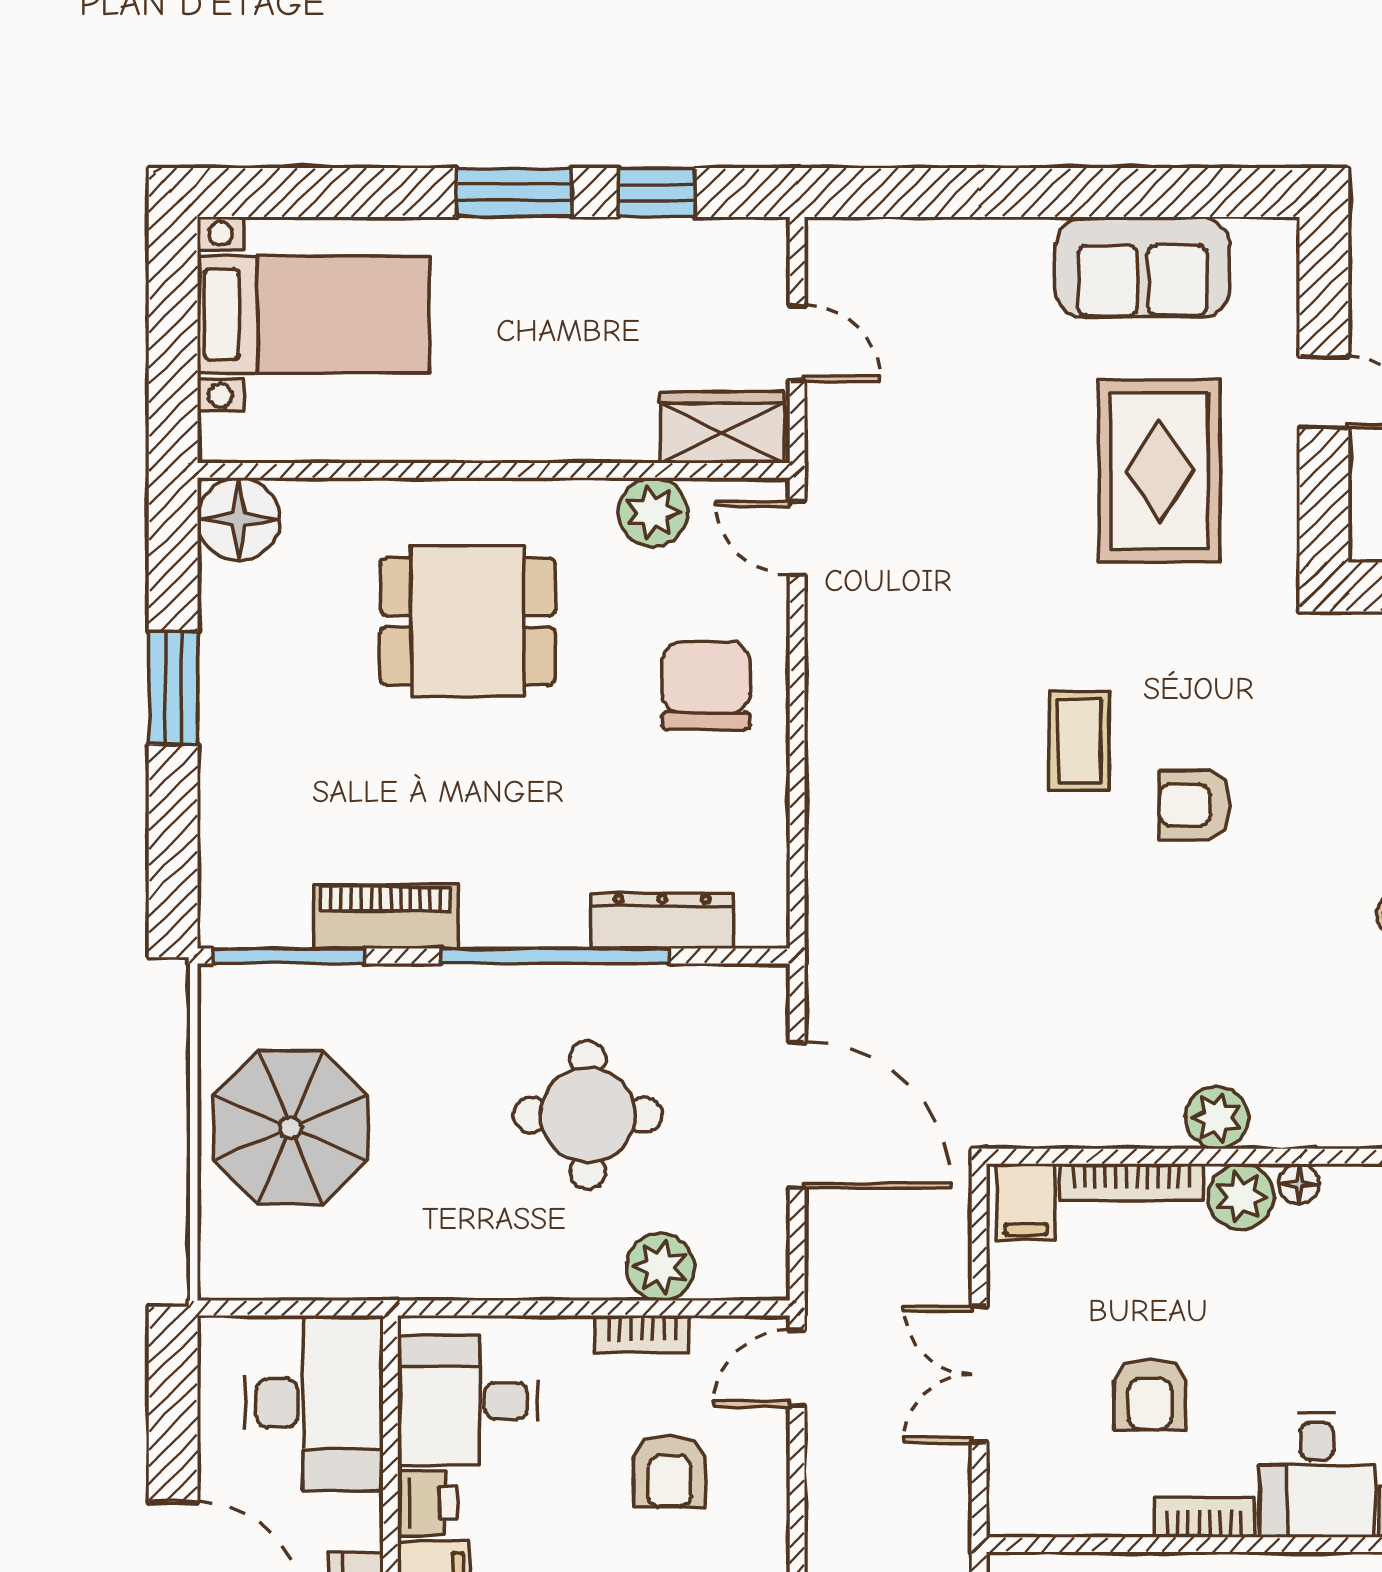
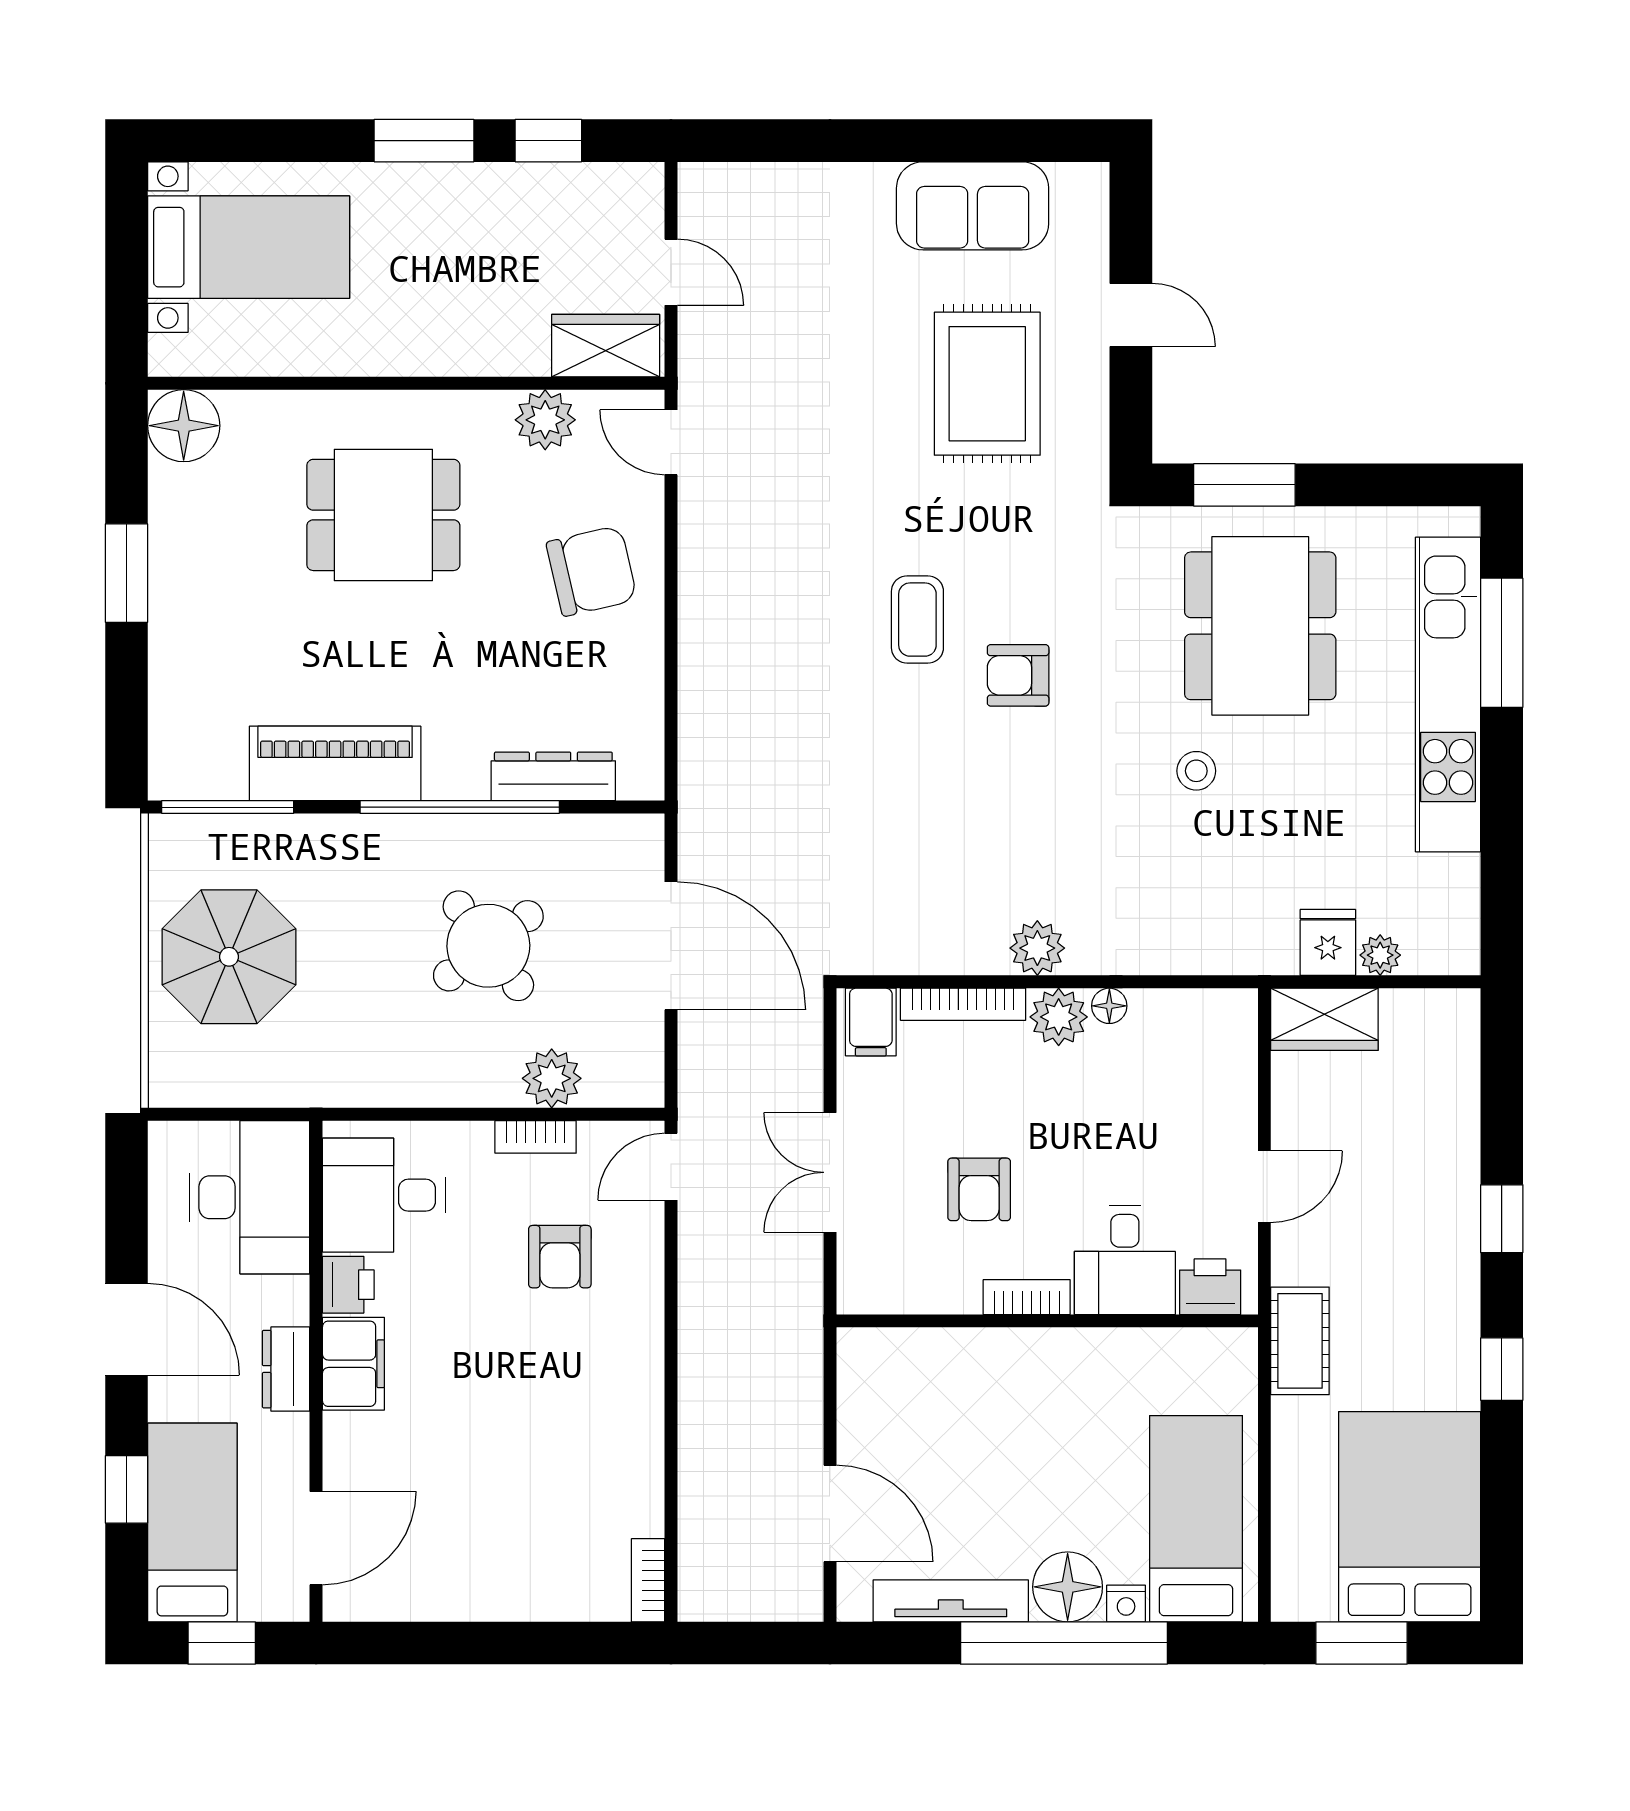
chair: (706, 686) -> (592, 571), turned 77
piano: (386, 917) -> (335, 763), width x1.37, depth x1.33
round table: (588, 1115) -> (488, 946), turned -37

